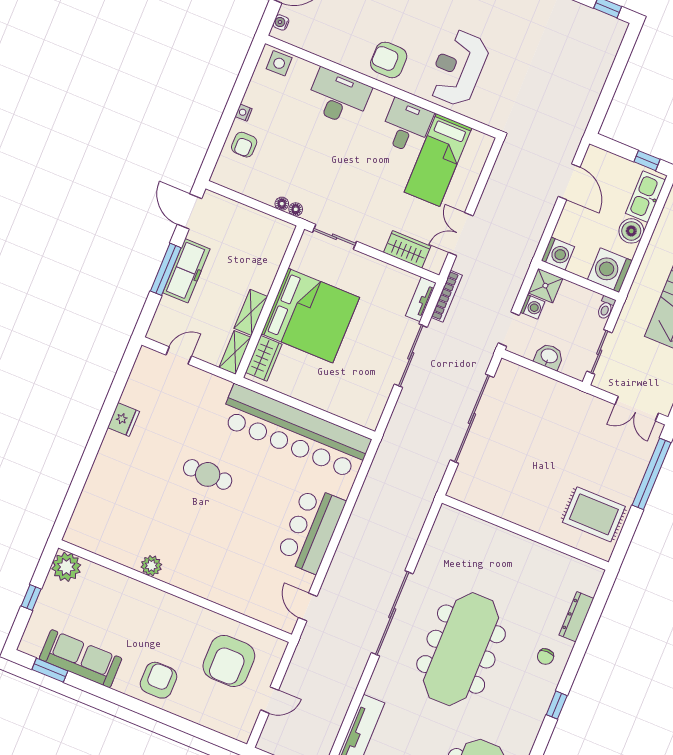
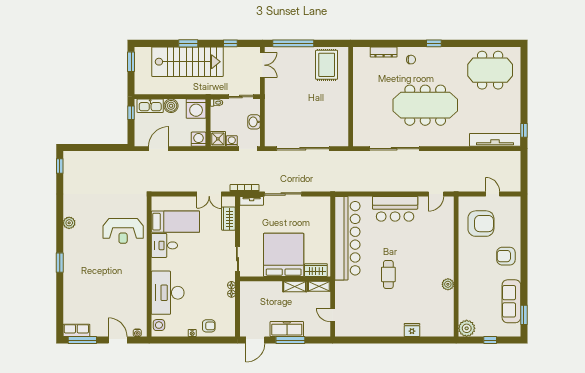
armchair: (389, 60) -> (134, 269), removed
desk: (338, 97) -> (168, 293), width x1.36, depth x1.30
fridge: (123, 419) -> (412, 330), moved
sliding door: (392, 613) -> (394, 149), moved

